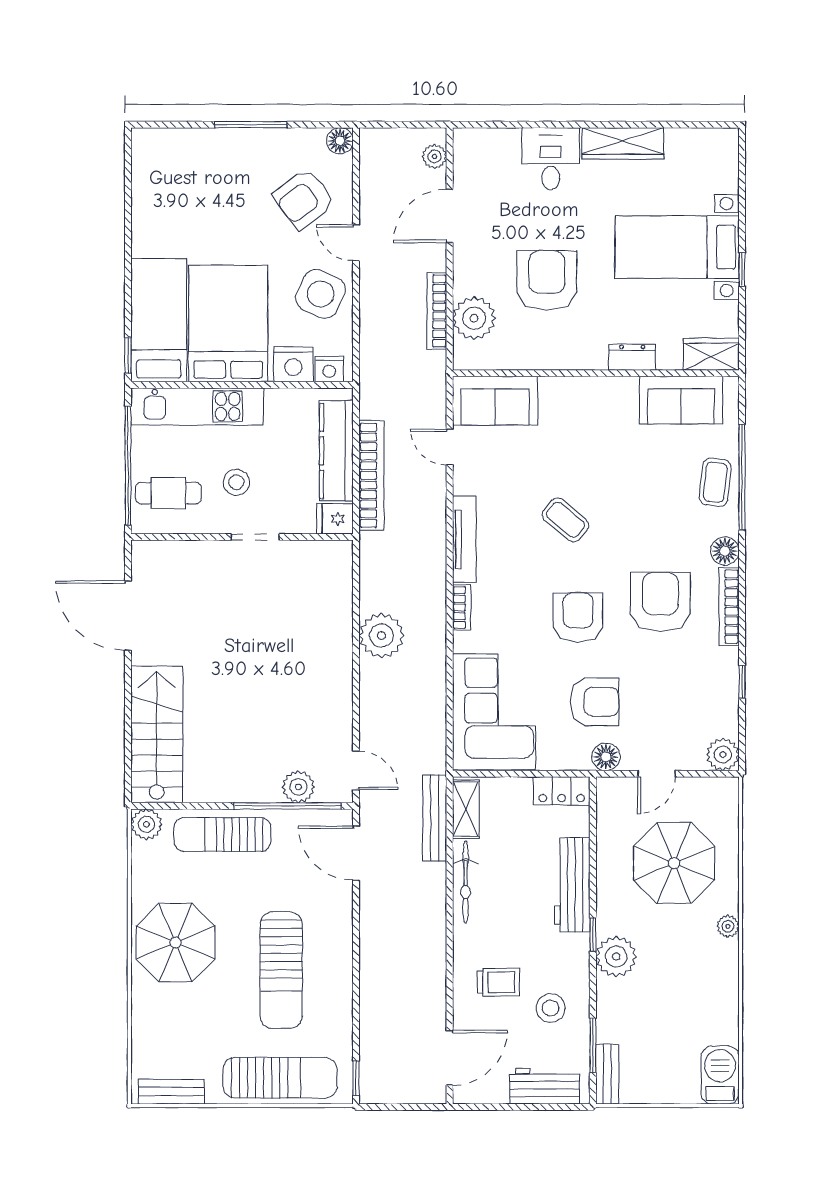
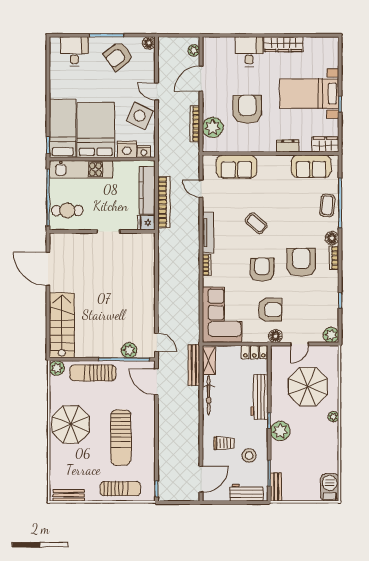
desk: (183, 158) -> (74, 51), added
armchair: (304, 199) -> (118, 56), moved
sofa: (495, 401) -> (236, 167), moved
stool: (236, 482) -> (100, 205), removed
bookcase: (729, 607) -> (334, 258), width x0.64
plant: (381, 635) -> (169, 278), removed
sun lounger: (280, 1078) -> (120, 489), width x0.73, depth x0.75

